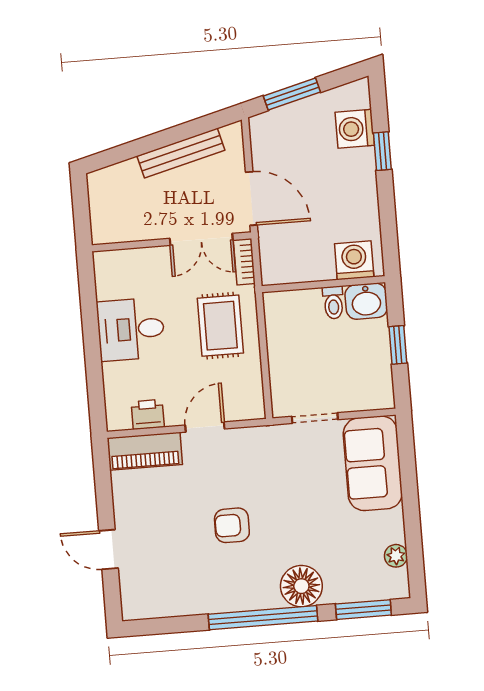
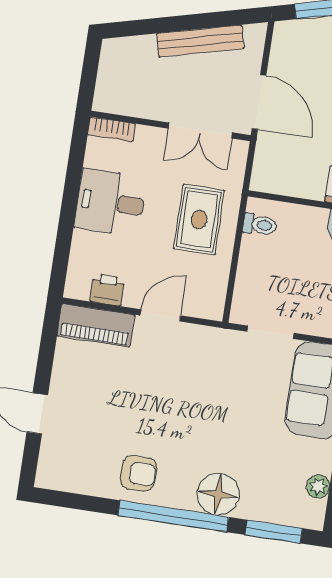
bookcase: (244, 262) -> (112, 129), moved, turned -90
toilet: (333, 303) -> (260, 225), moved, turned -90
armchair: (232, 525) -> (138, 473), moved, turned 180

